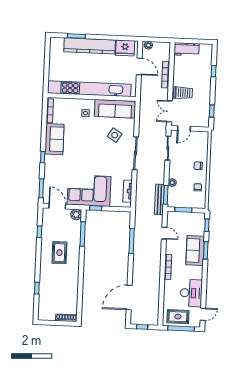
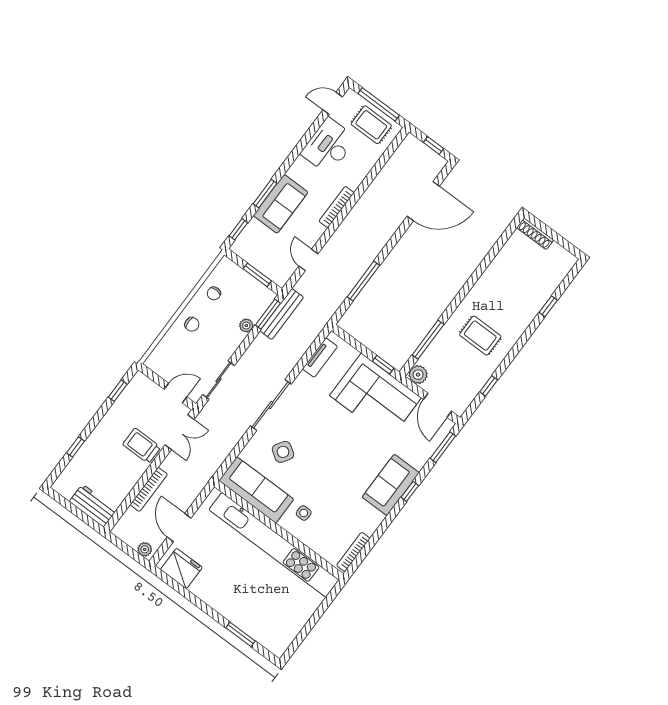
kitchen counter: (90, 46) -> (231, 607), removed
sofa: (54, 139) -> (391, 485), moved
rug: (59, 253) -> (480, 336), turned 90

